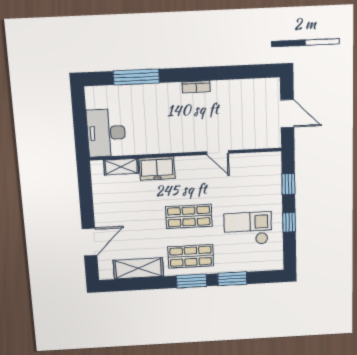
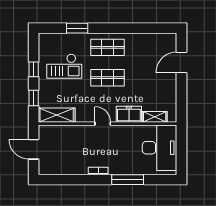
window: (136, 77) -> (128, 180), moved
desk: (106, 133) -> (160, 148), width x1.36, depth x1.30
door: (218, 153) -> (103, 124), moved
shelving: (138, 268) -> (57, 115), moved
window: (192, 281) -> (108, 28), removed

